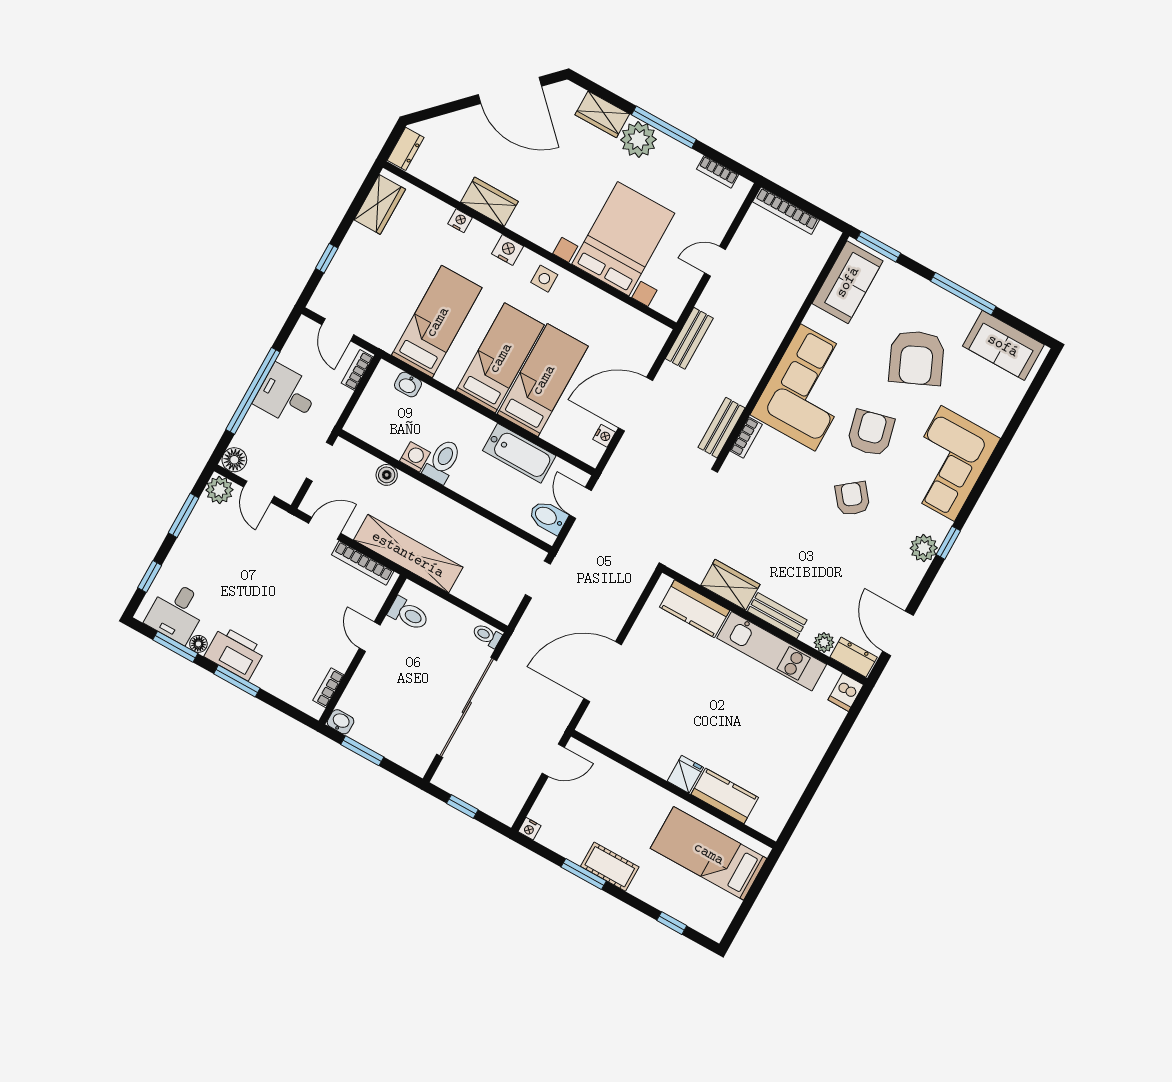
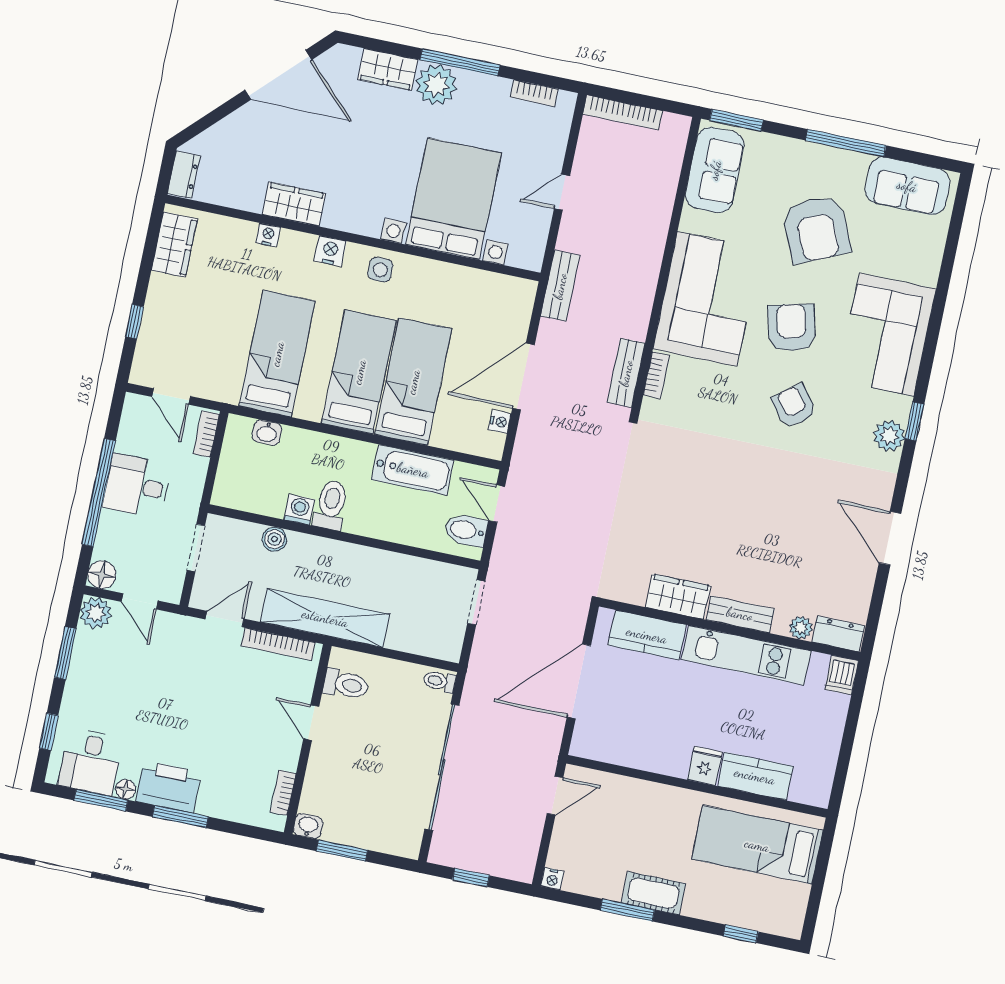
wardrobe: (730, 585) -> (678, 597), moved
kitchen counter: (695, 609) -> (647, 635), moved
bench: (777, 616) -> (740, 614), moved
wall: (765, 625) -> (730, 629), moved
plant: (824, 642) -> (801, 628), moved
kitchen unit: (772, 651) -> (746, 655), moved
dresser: (854, 657) -> (838, 634), moved
dishwasher: (846, 692) -> (842, 675), moved

